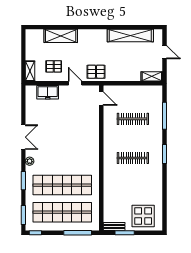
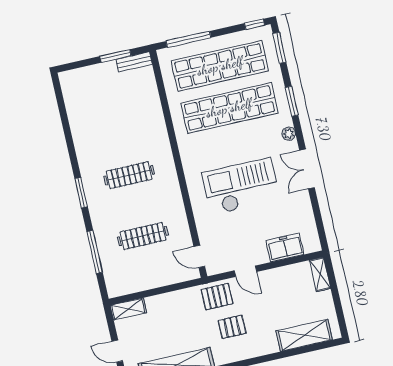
shelving: (61, 36) -> (304, 335), moved
pallet: (54, 66) -> (232, 327), moved
checkout: (66, 136) -> (241, 186), added
display table: (143, 216) -> (92, 88), removed

